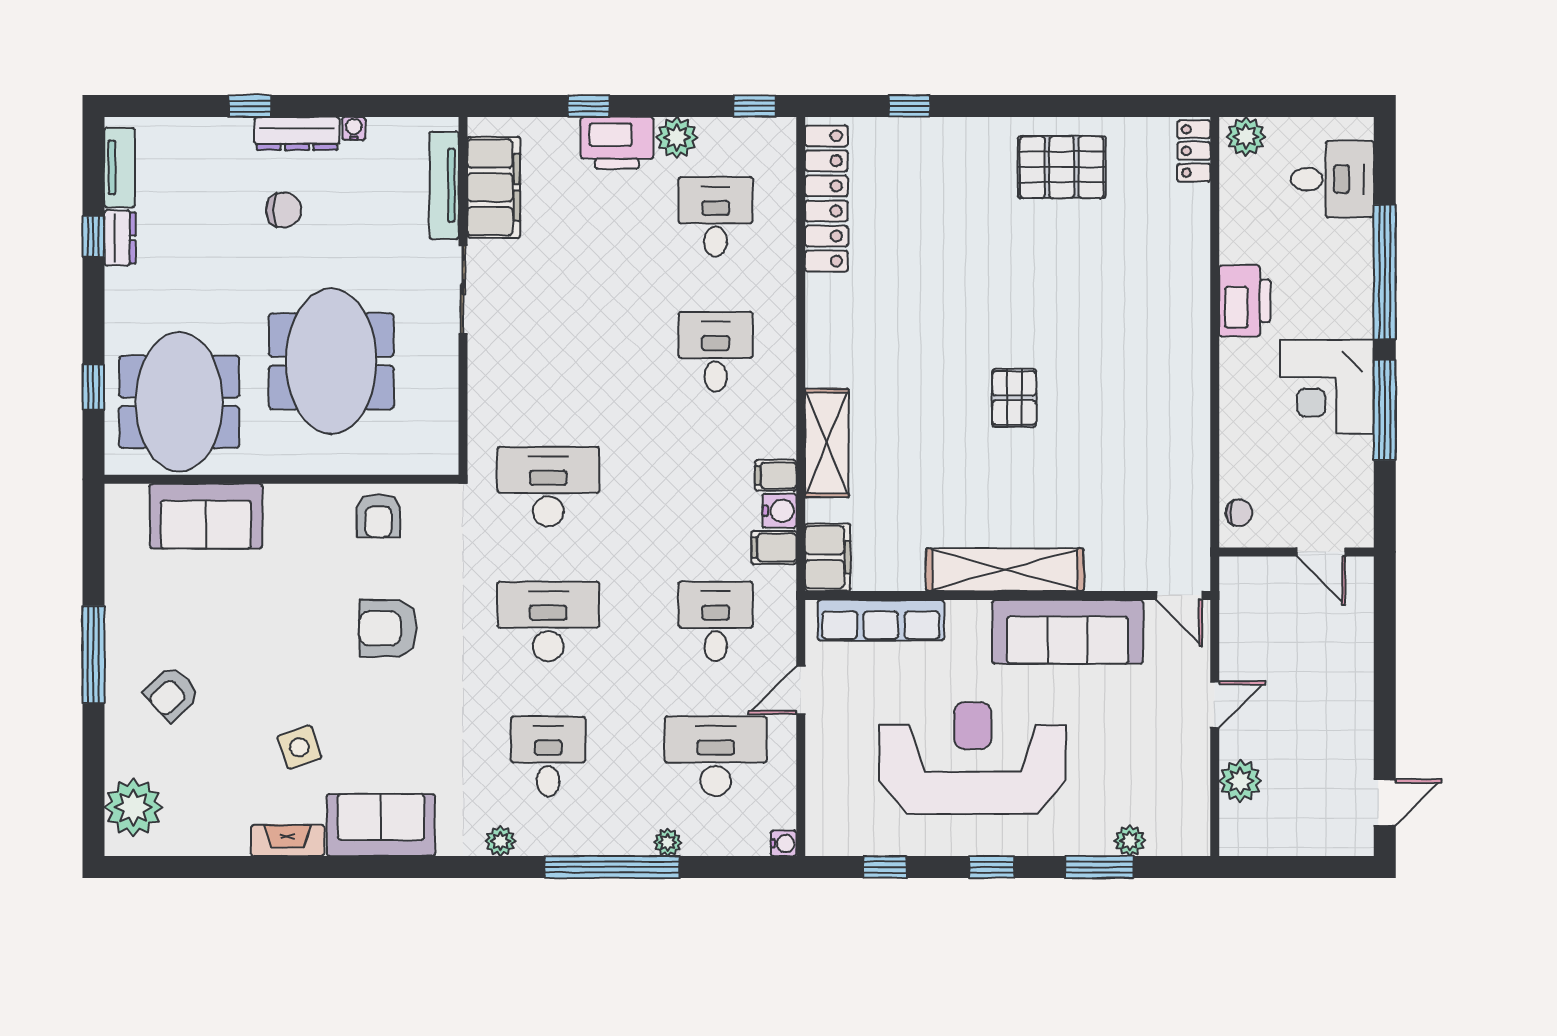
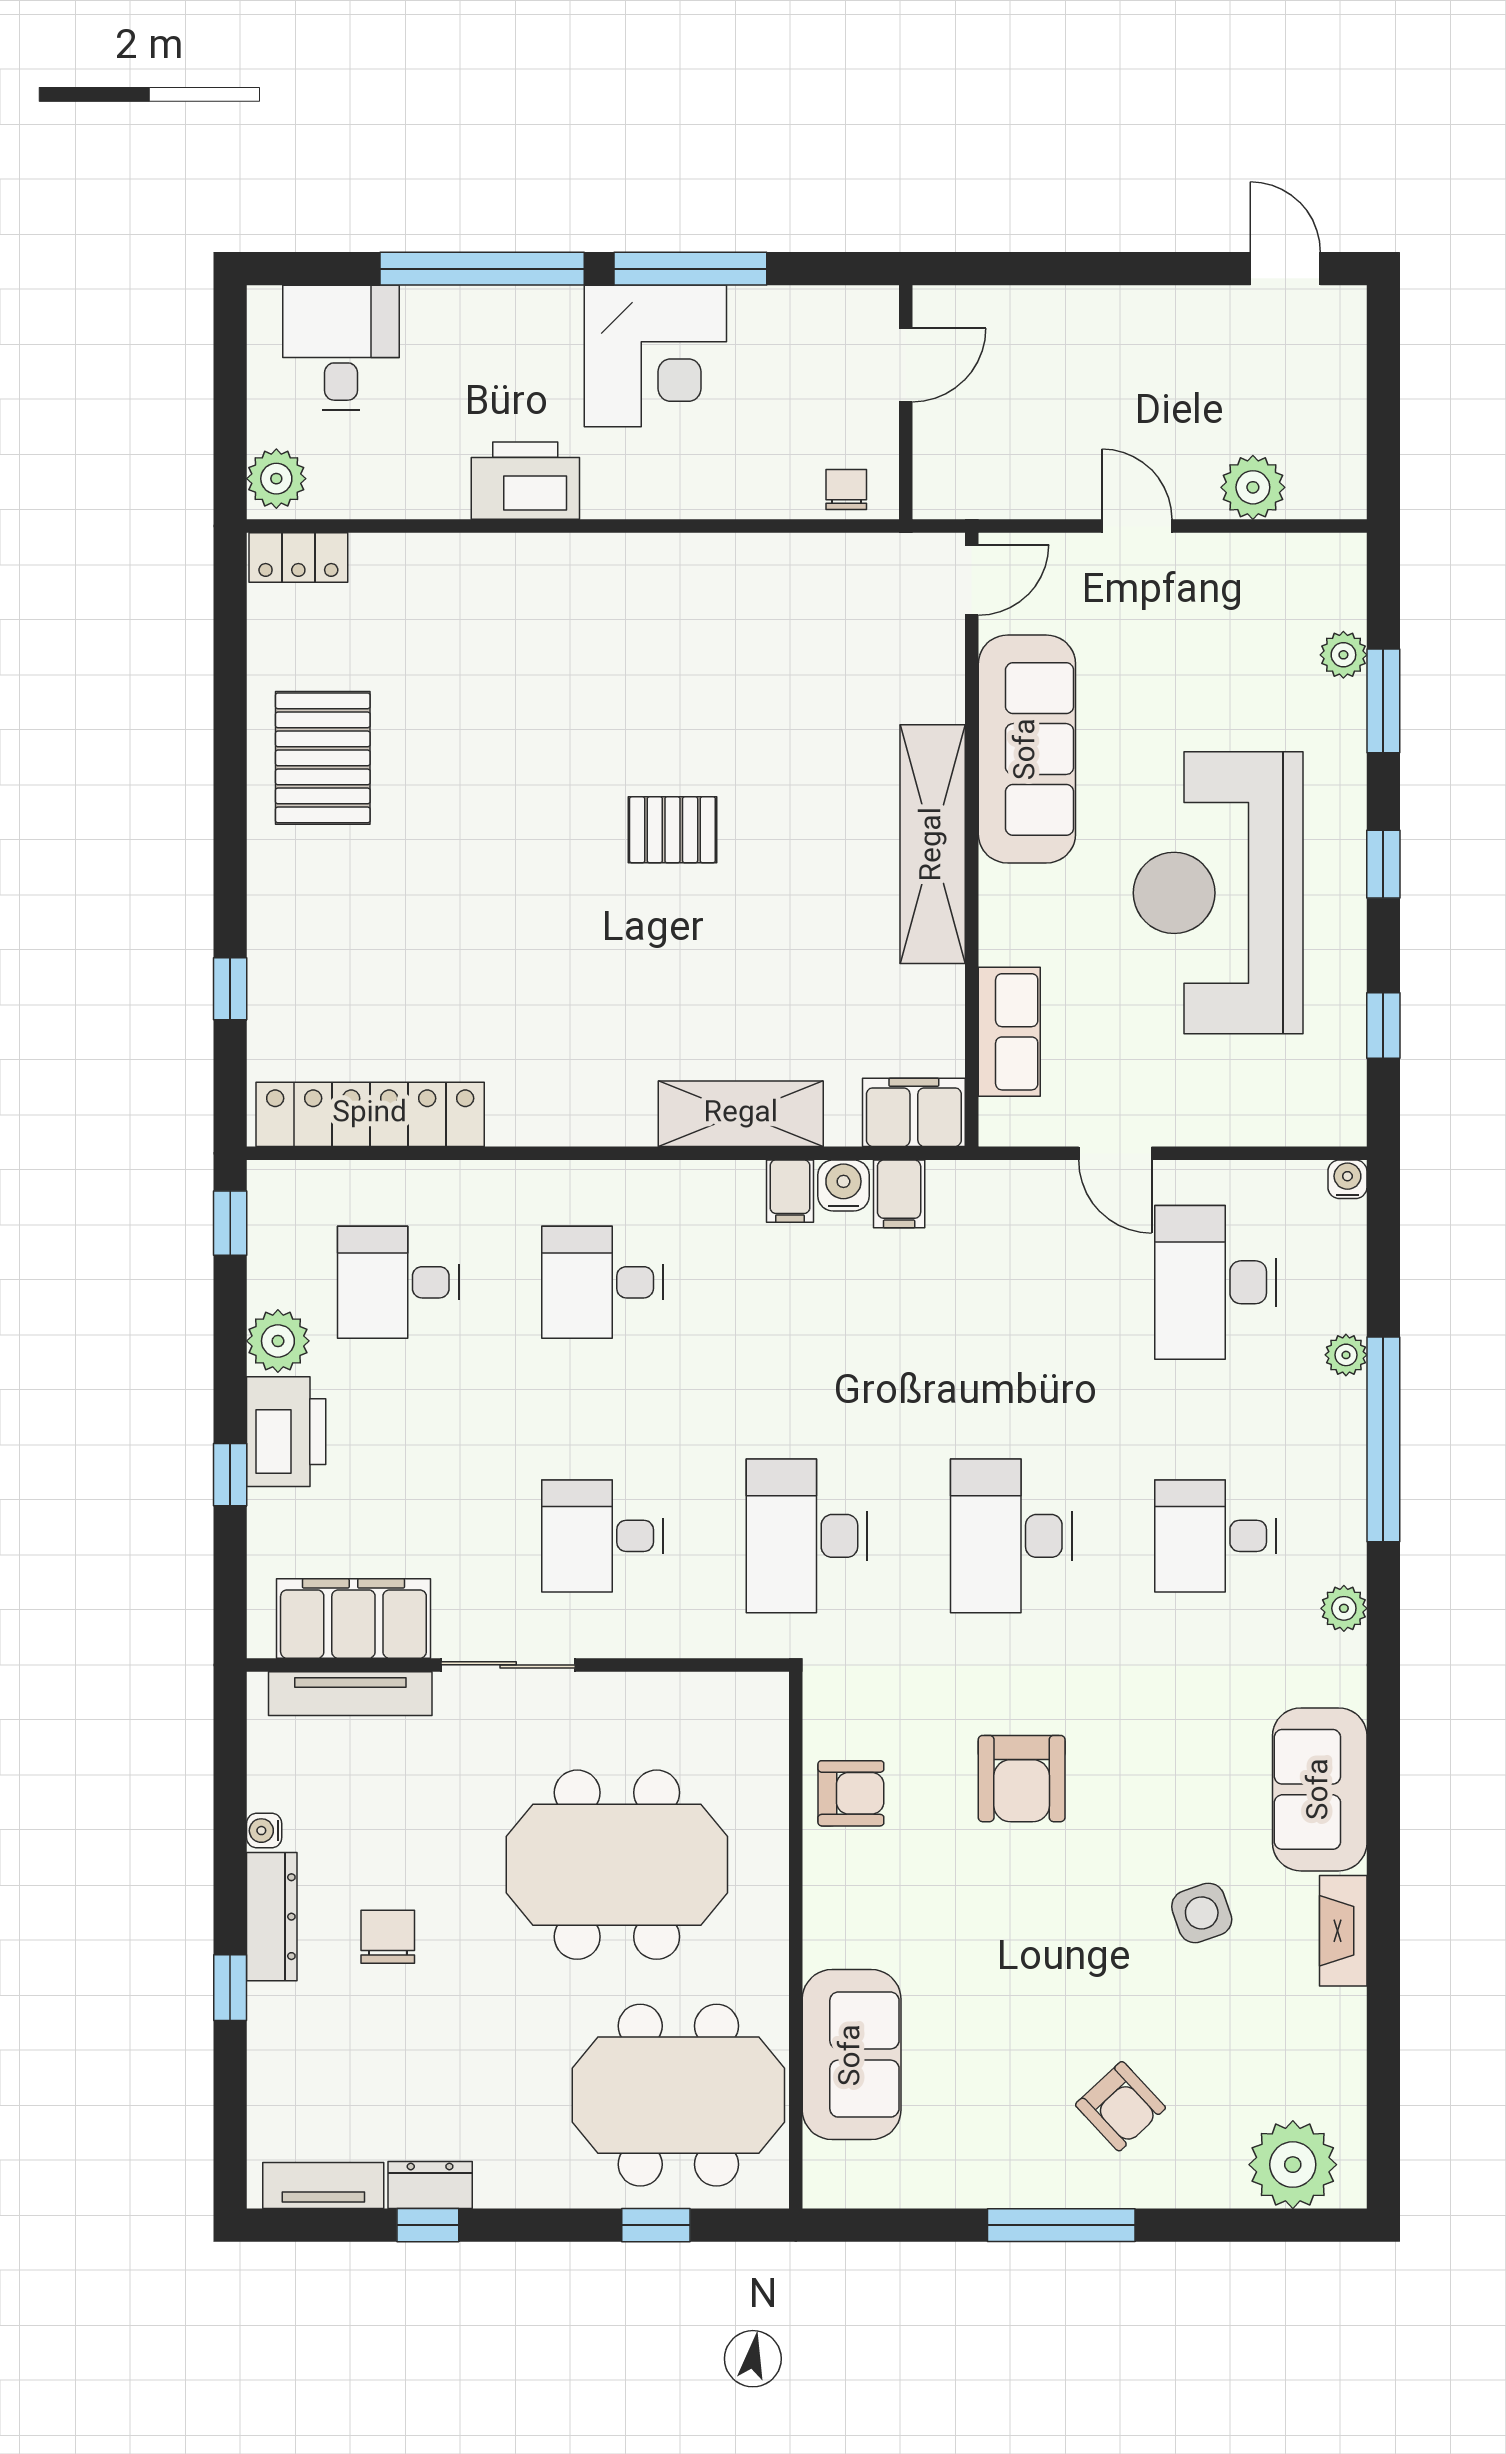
row of seats: (881, 620) -> (1009, 1032), width x0.68
desk: (716, 621) -> (602, 1536), moved

